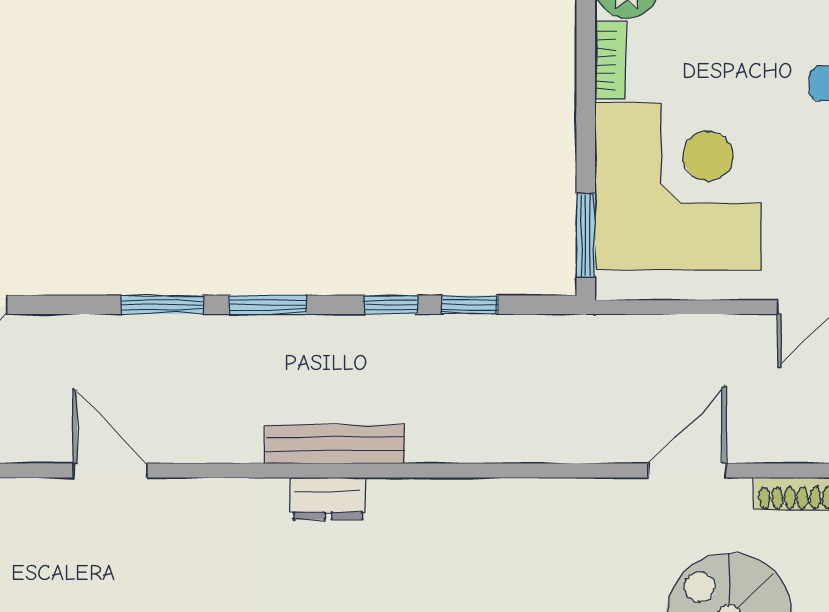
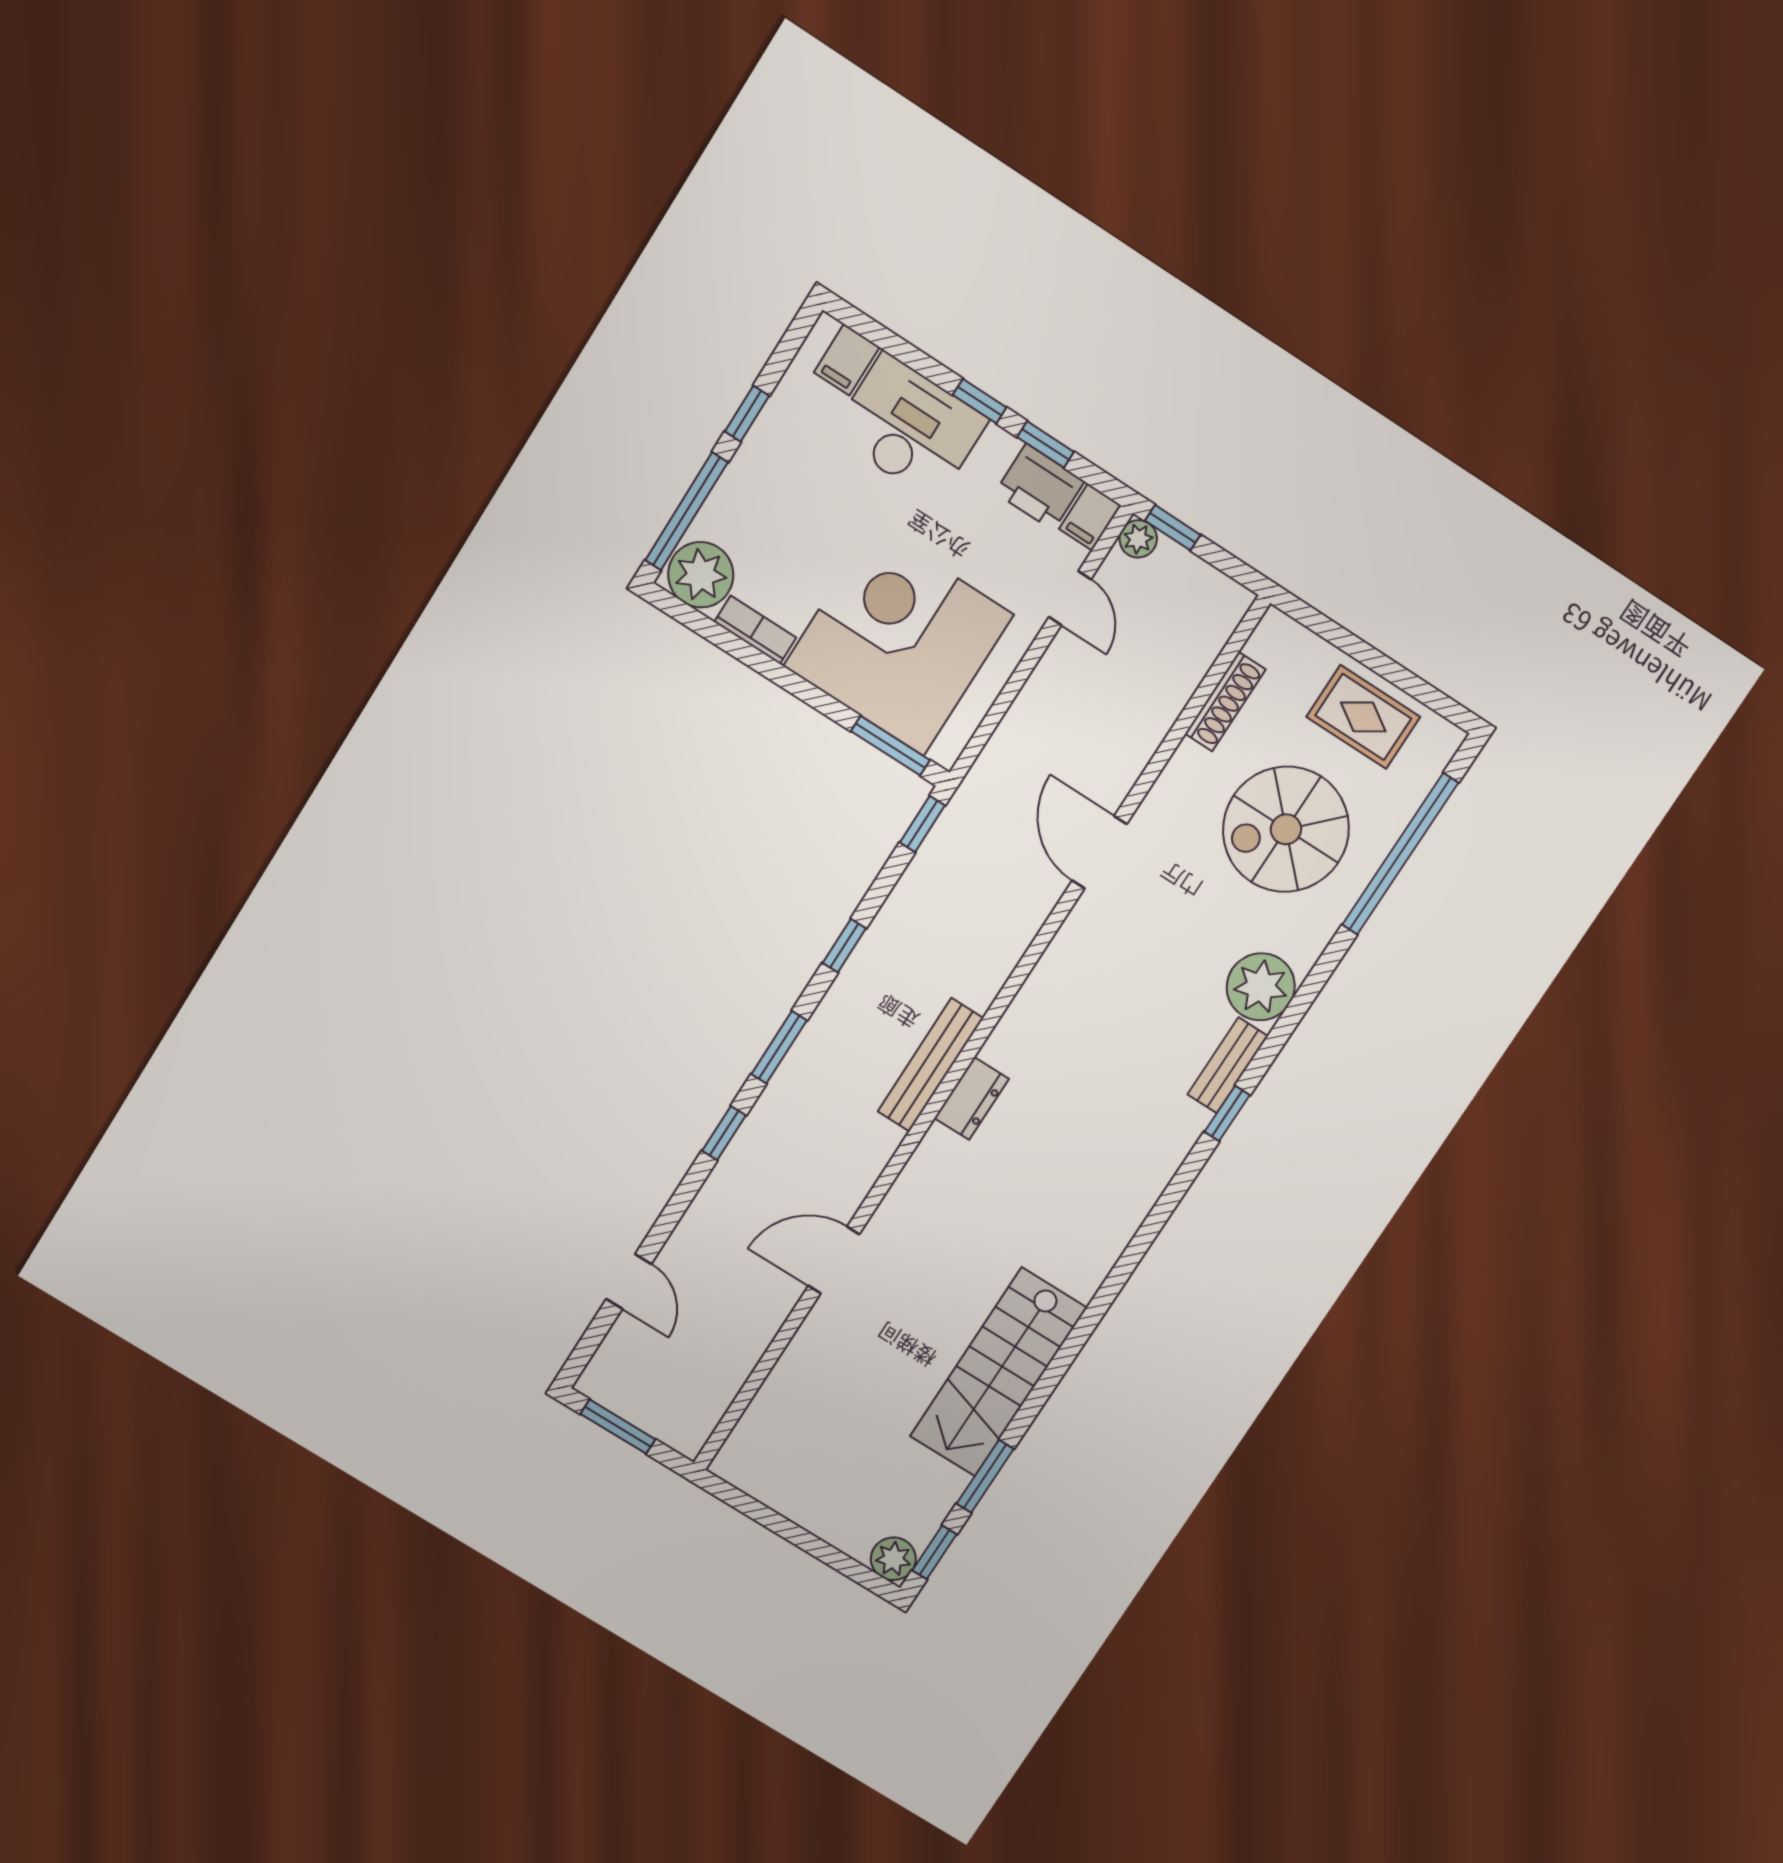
window: (162, 305) -> (724, 1133), width x0.67
window: (470, 305) -> (922, 824), moved
door: (687, 471) -> (1099, 852), moved

